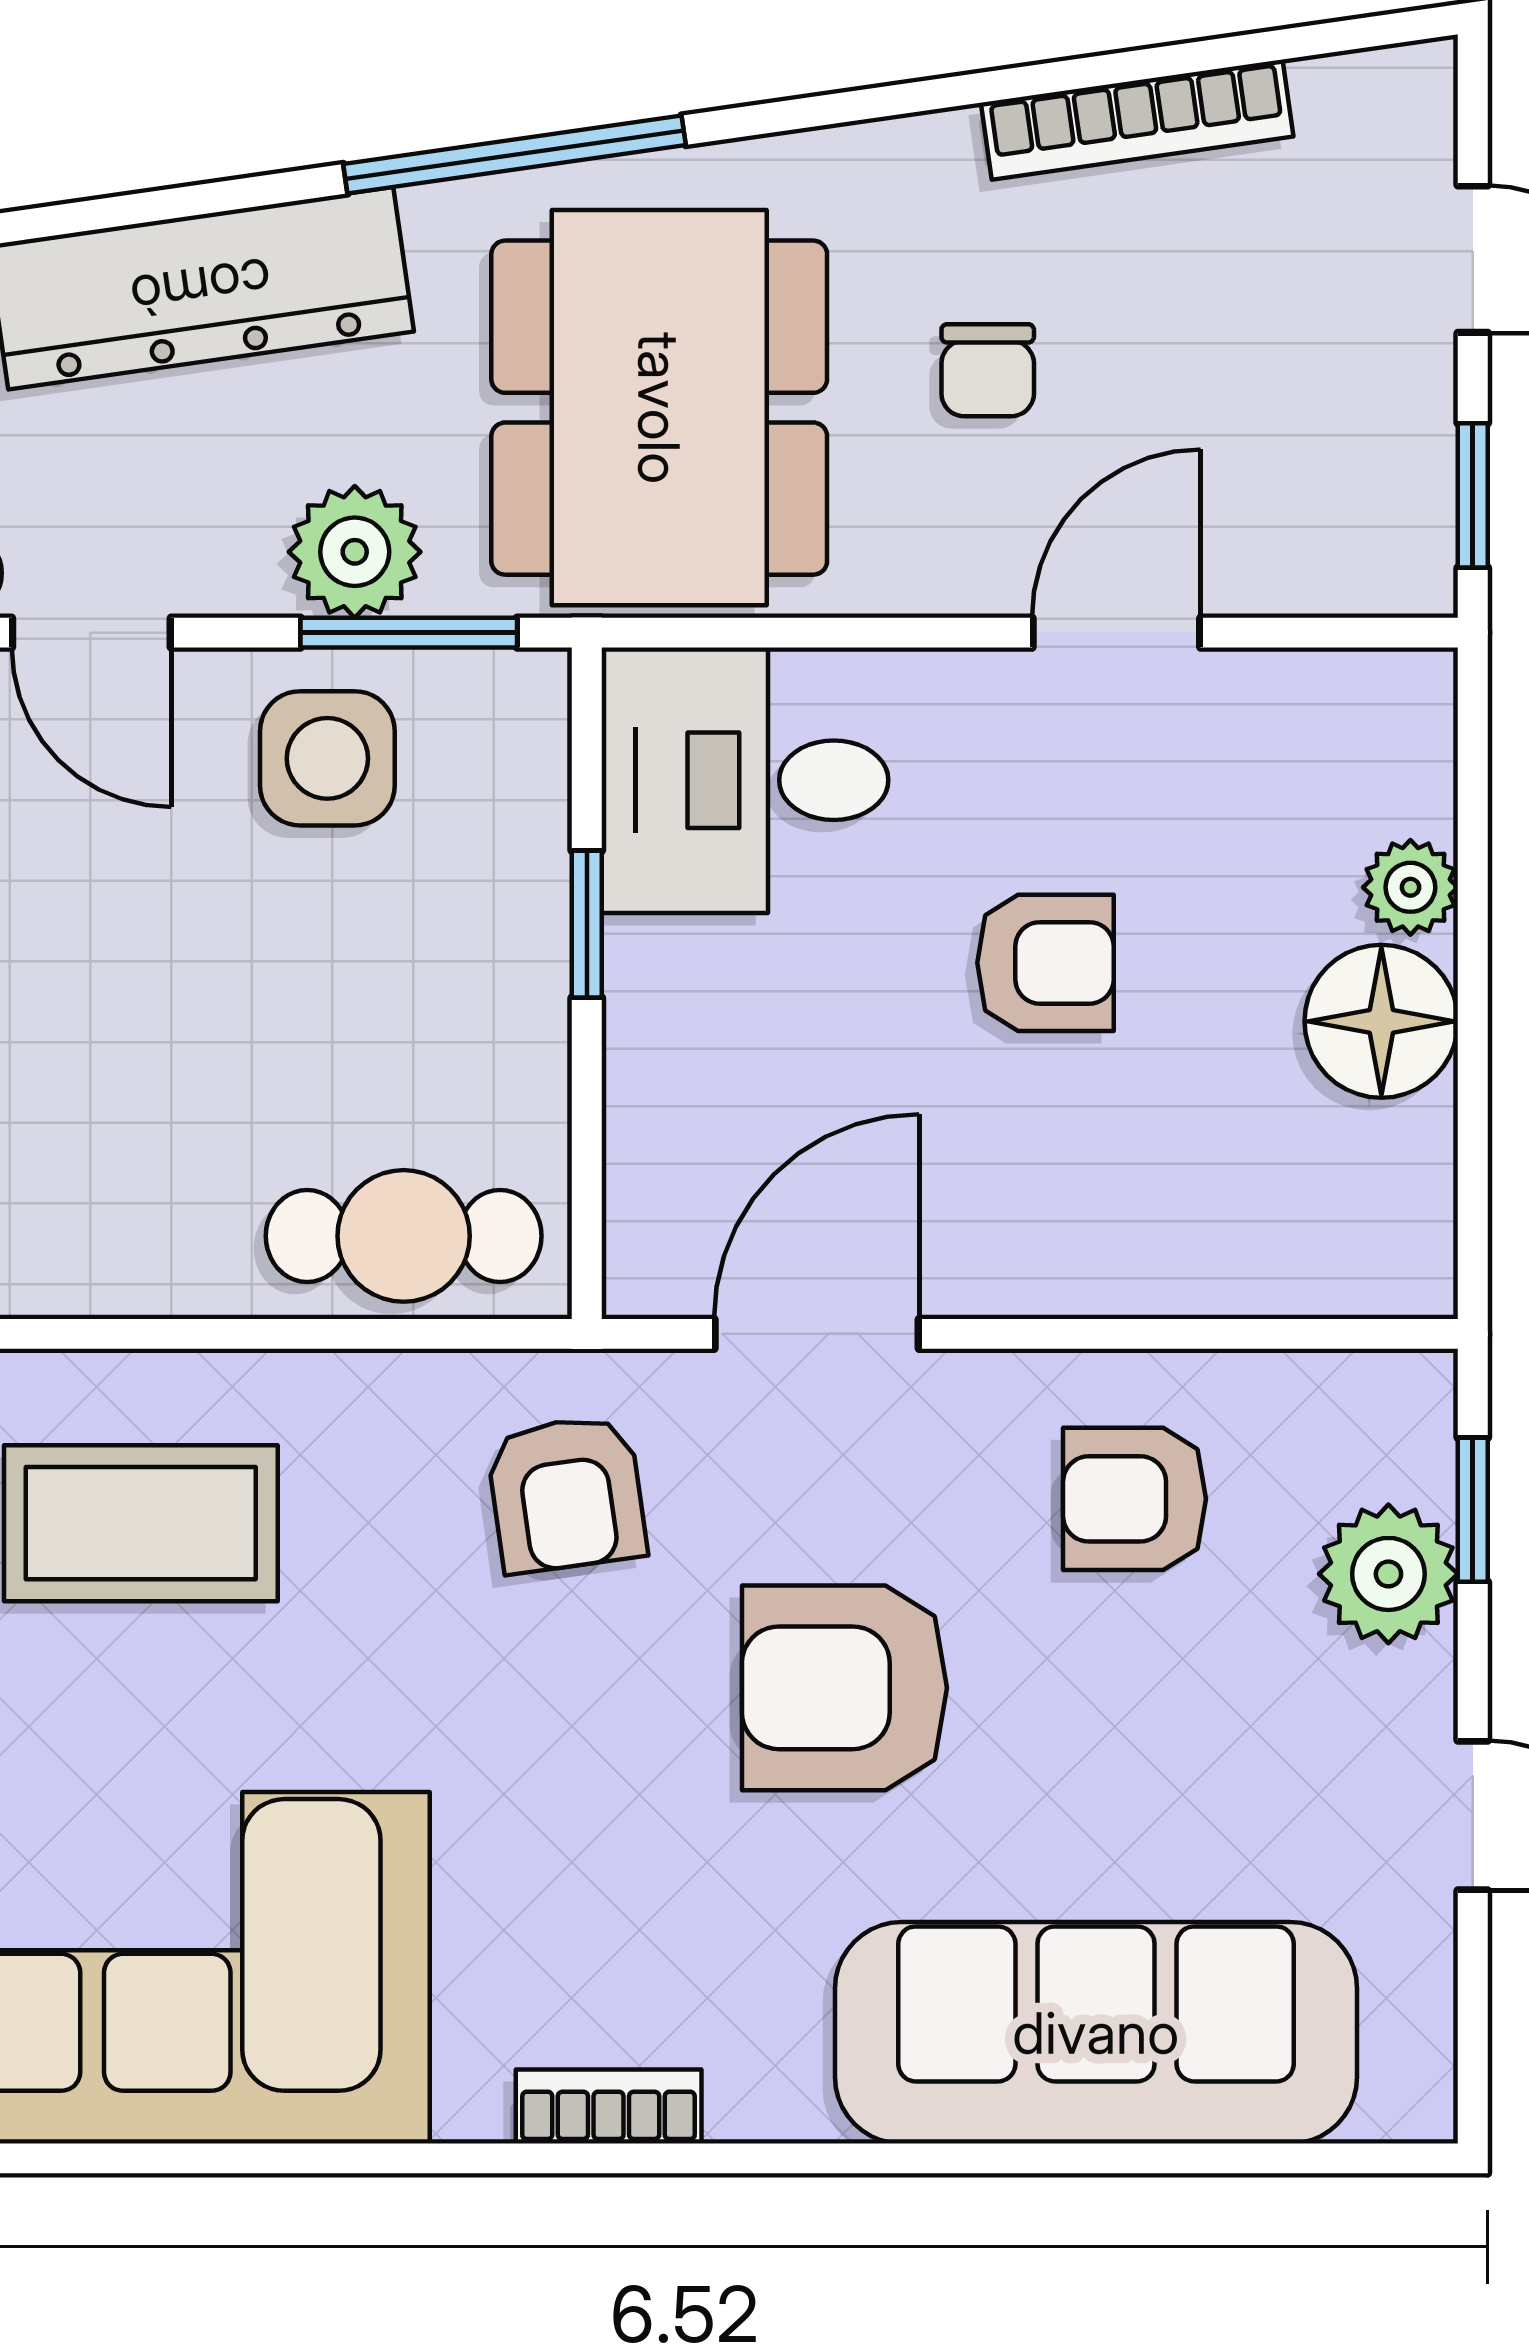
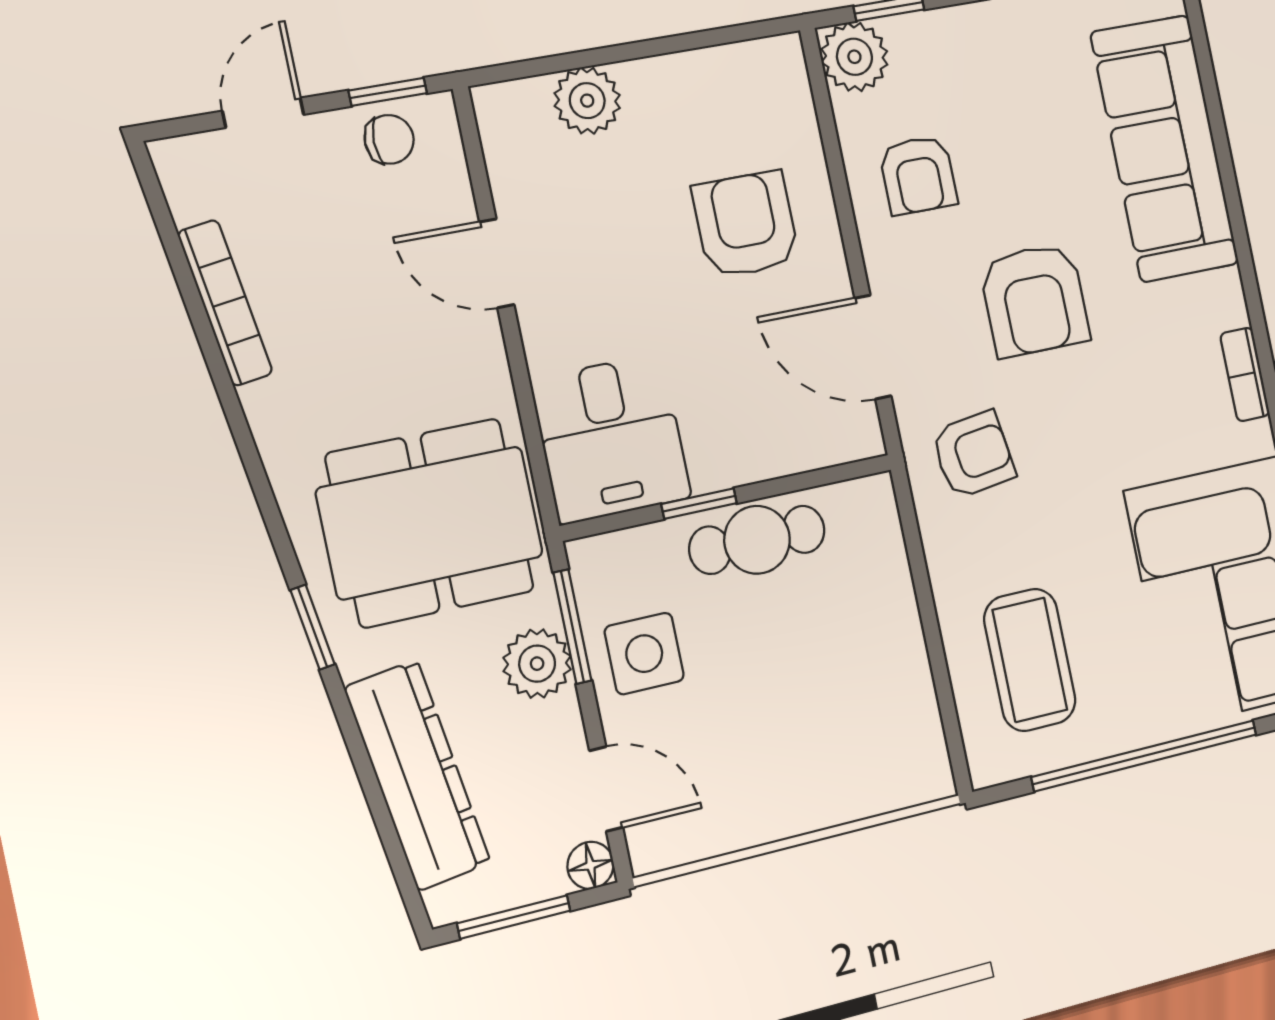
window: (515, 155) -> (313, 627), width x0.46
chair: (988, 370) -> (389, 139), moved
door: (91, 633) -> (606, 789), hinge flipped
plant: (1410, 887) -> (587, 101), width x1.38, depth x1.38
armchair: (1045, 963) -> (746, 224), moved, width x1.38, depth x1.38
floor lamp: (1381, 1021) -> (664, 93), removed
cafe table: (404, 1236) -> (757, 540), moved, turned 90
plant: (1388, 1574) -> (854, 57), moved

